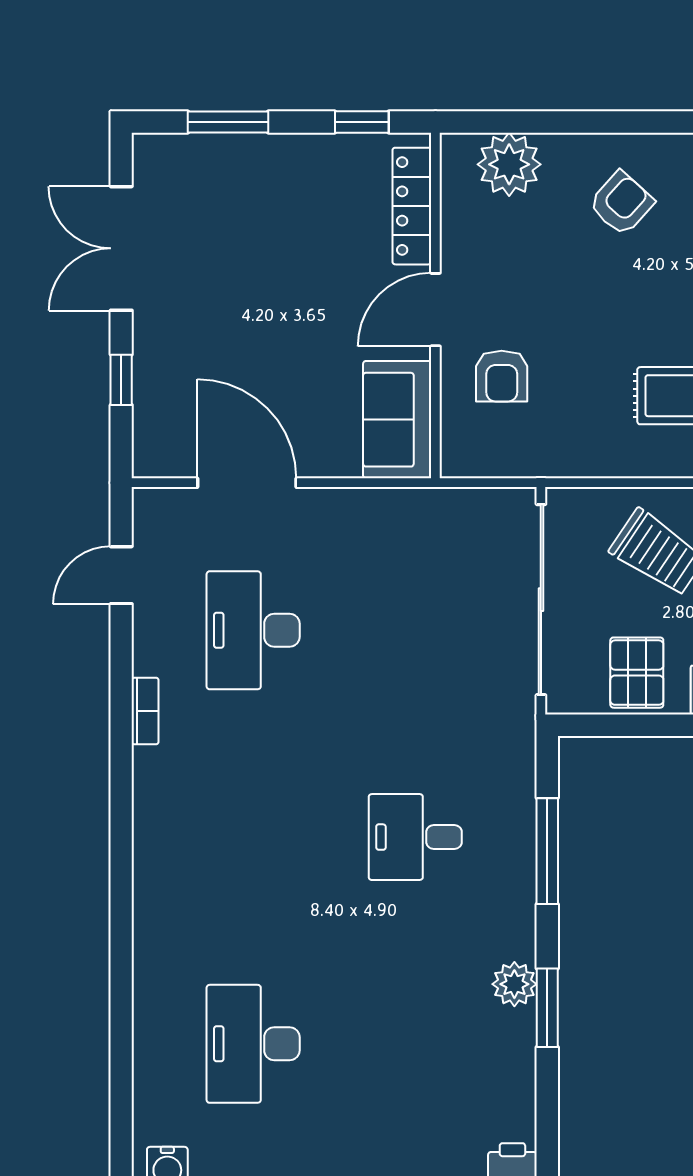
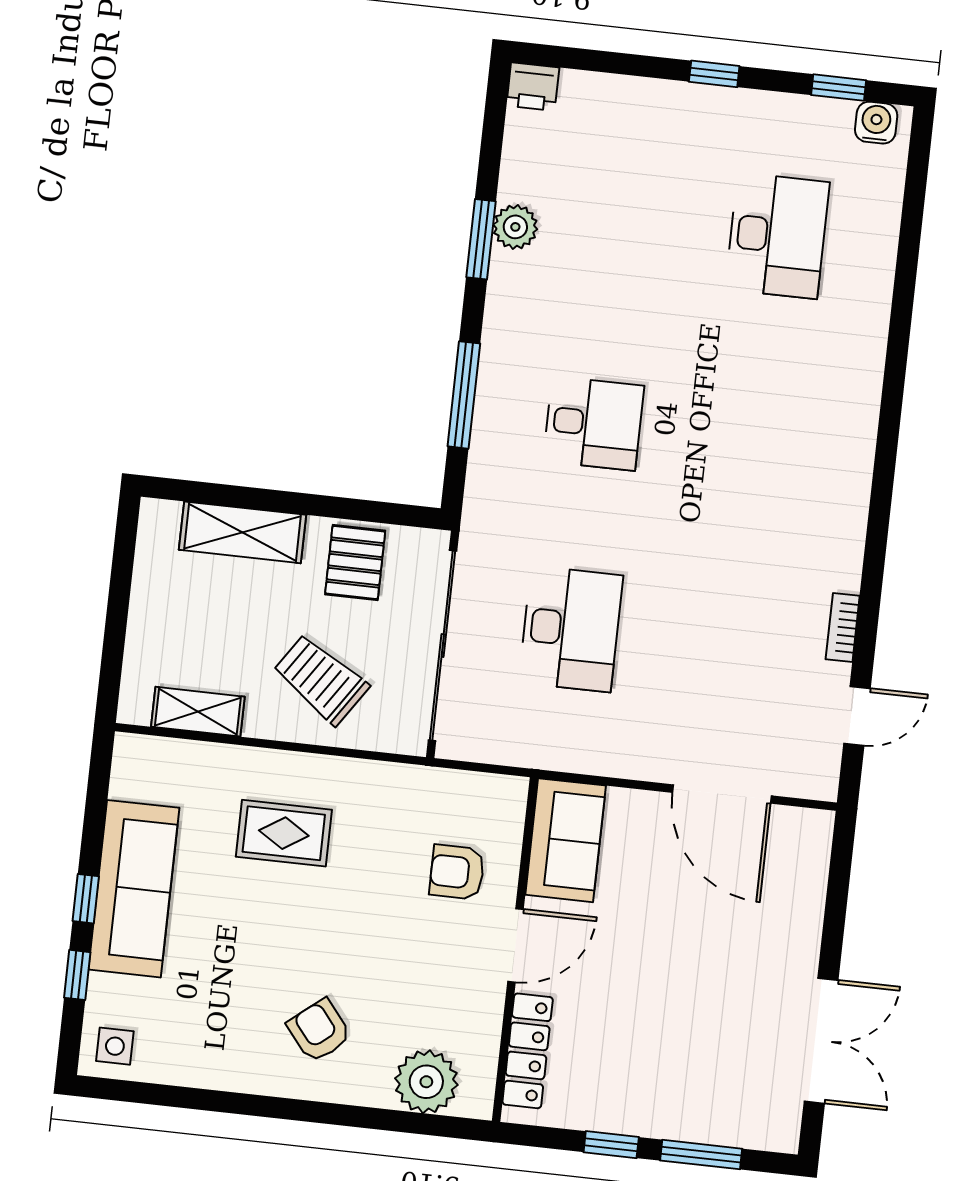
window: (362, 122) -> (611, 1145), moved
armchair: (621, 203) -> (319, 1031), turned 99
armchair: (502, 376) -> (457, 872), turned -90
window: (121, 380) -> (836, 910), removed
desk: (253, 630) -> (571, 629), moved
bookcase: (145, 711) -> (843, 628), moved
plant: (514, 984) -> (515, 227), moved

